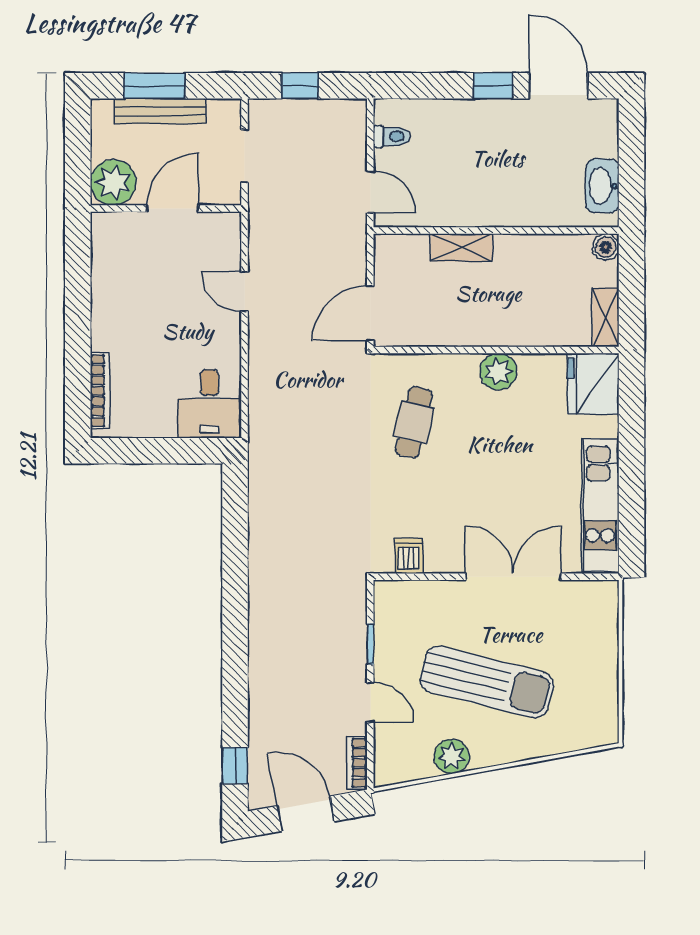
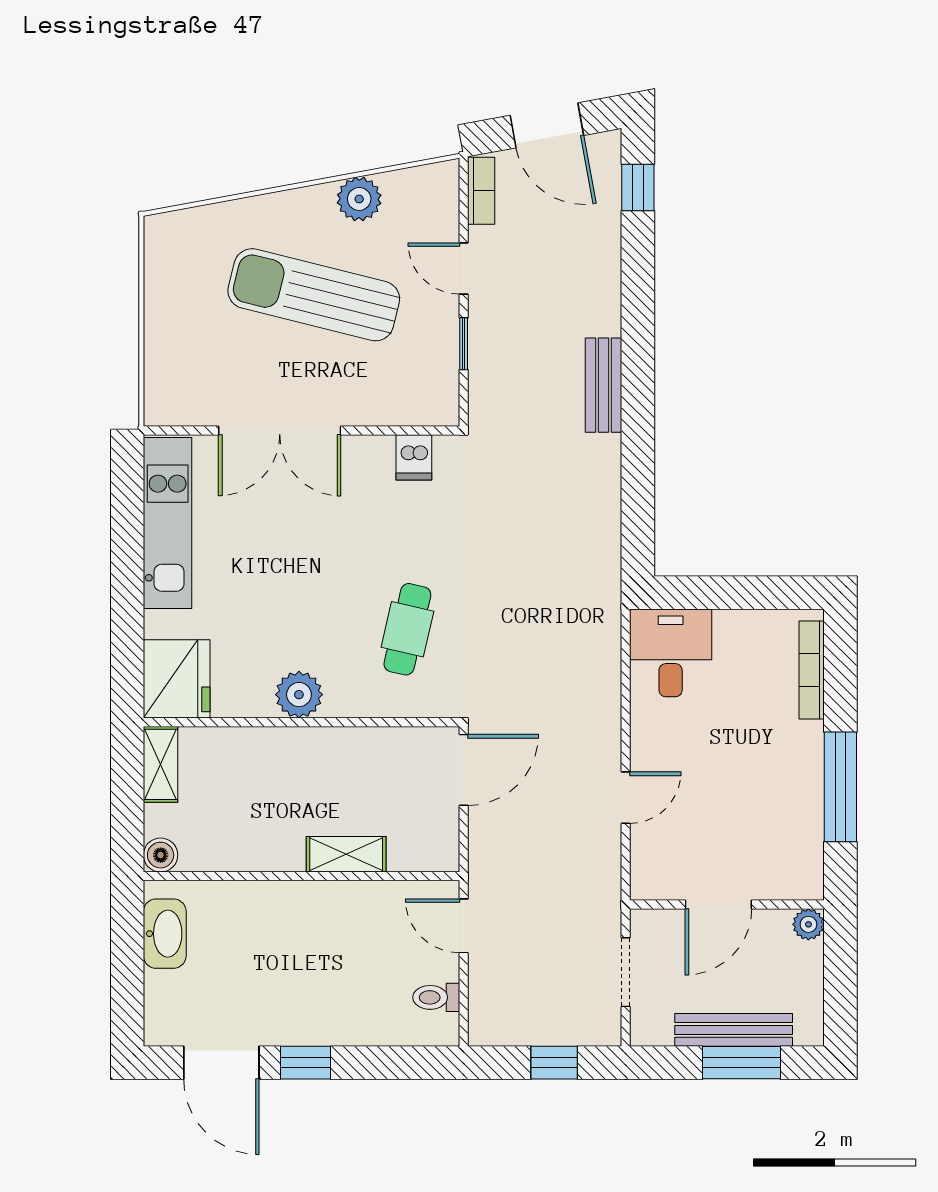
plant: (113, 182) -> (808, 924), width x0.53, depth x0.53
door: (244, 292) -> (626, 798), hinge flipped
window: (78, 300) -> (840, 787), added
bench: (262, 612) -> (604, 385), added

